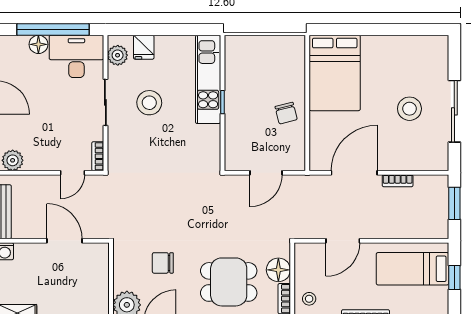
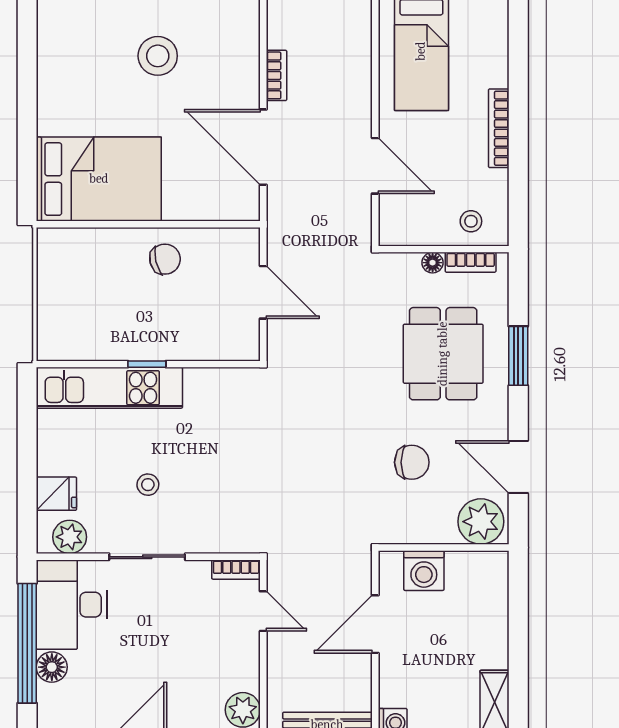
stool: (149, 103) -> (148, 485), width x0.53, depth x0.53
chair: (163, 263) -> (412, 462), turned -90
washing machine: (97, 270) -> (424, 571), added
floor lamp: (278, 270) -> (433, 263), width x0.53, depth x0.53

